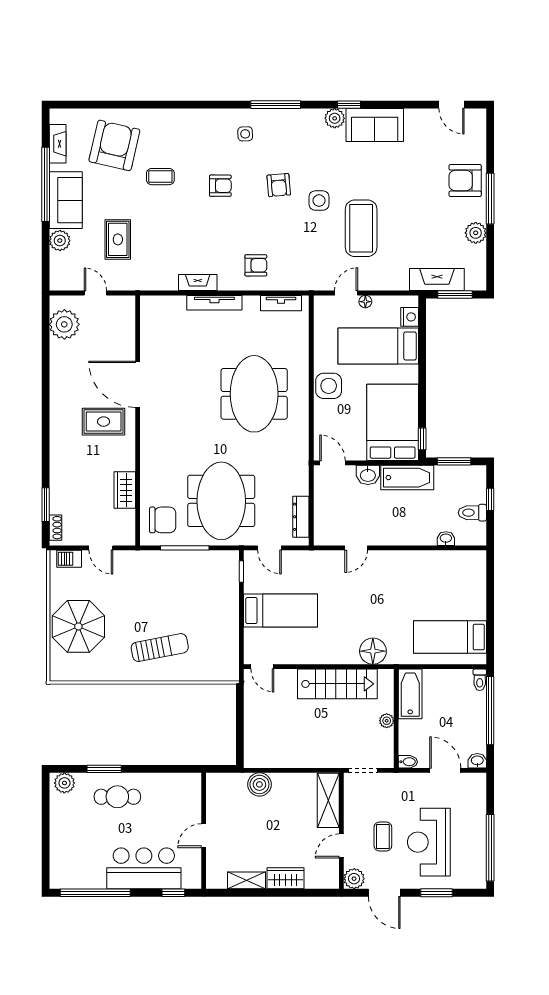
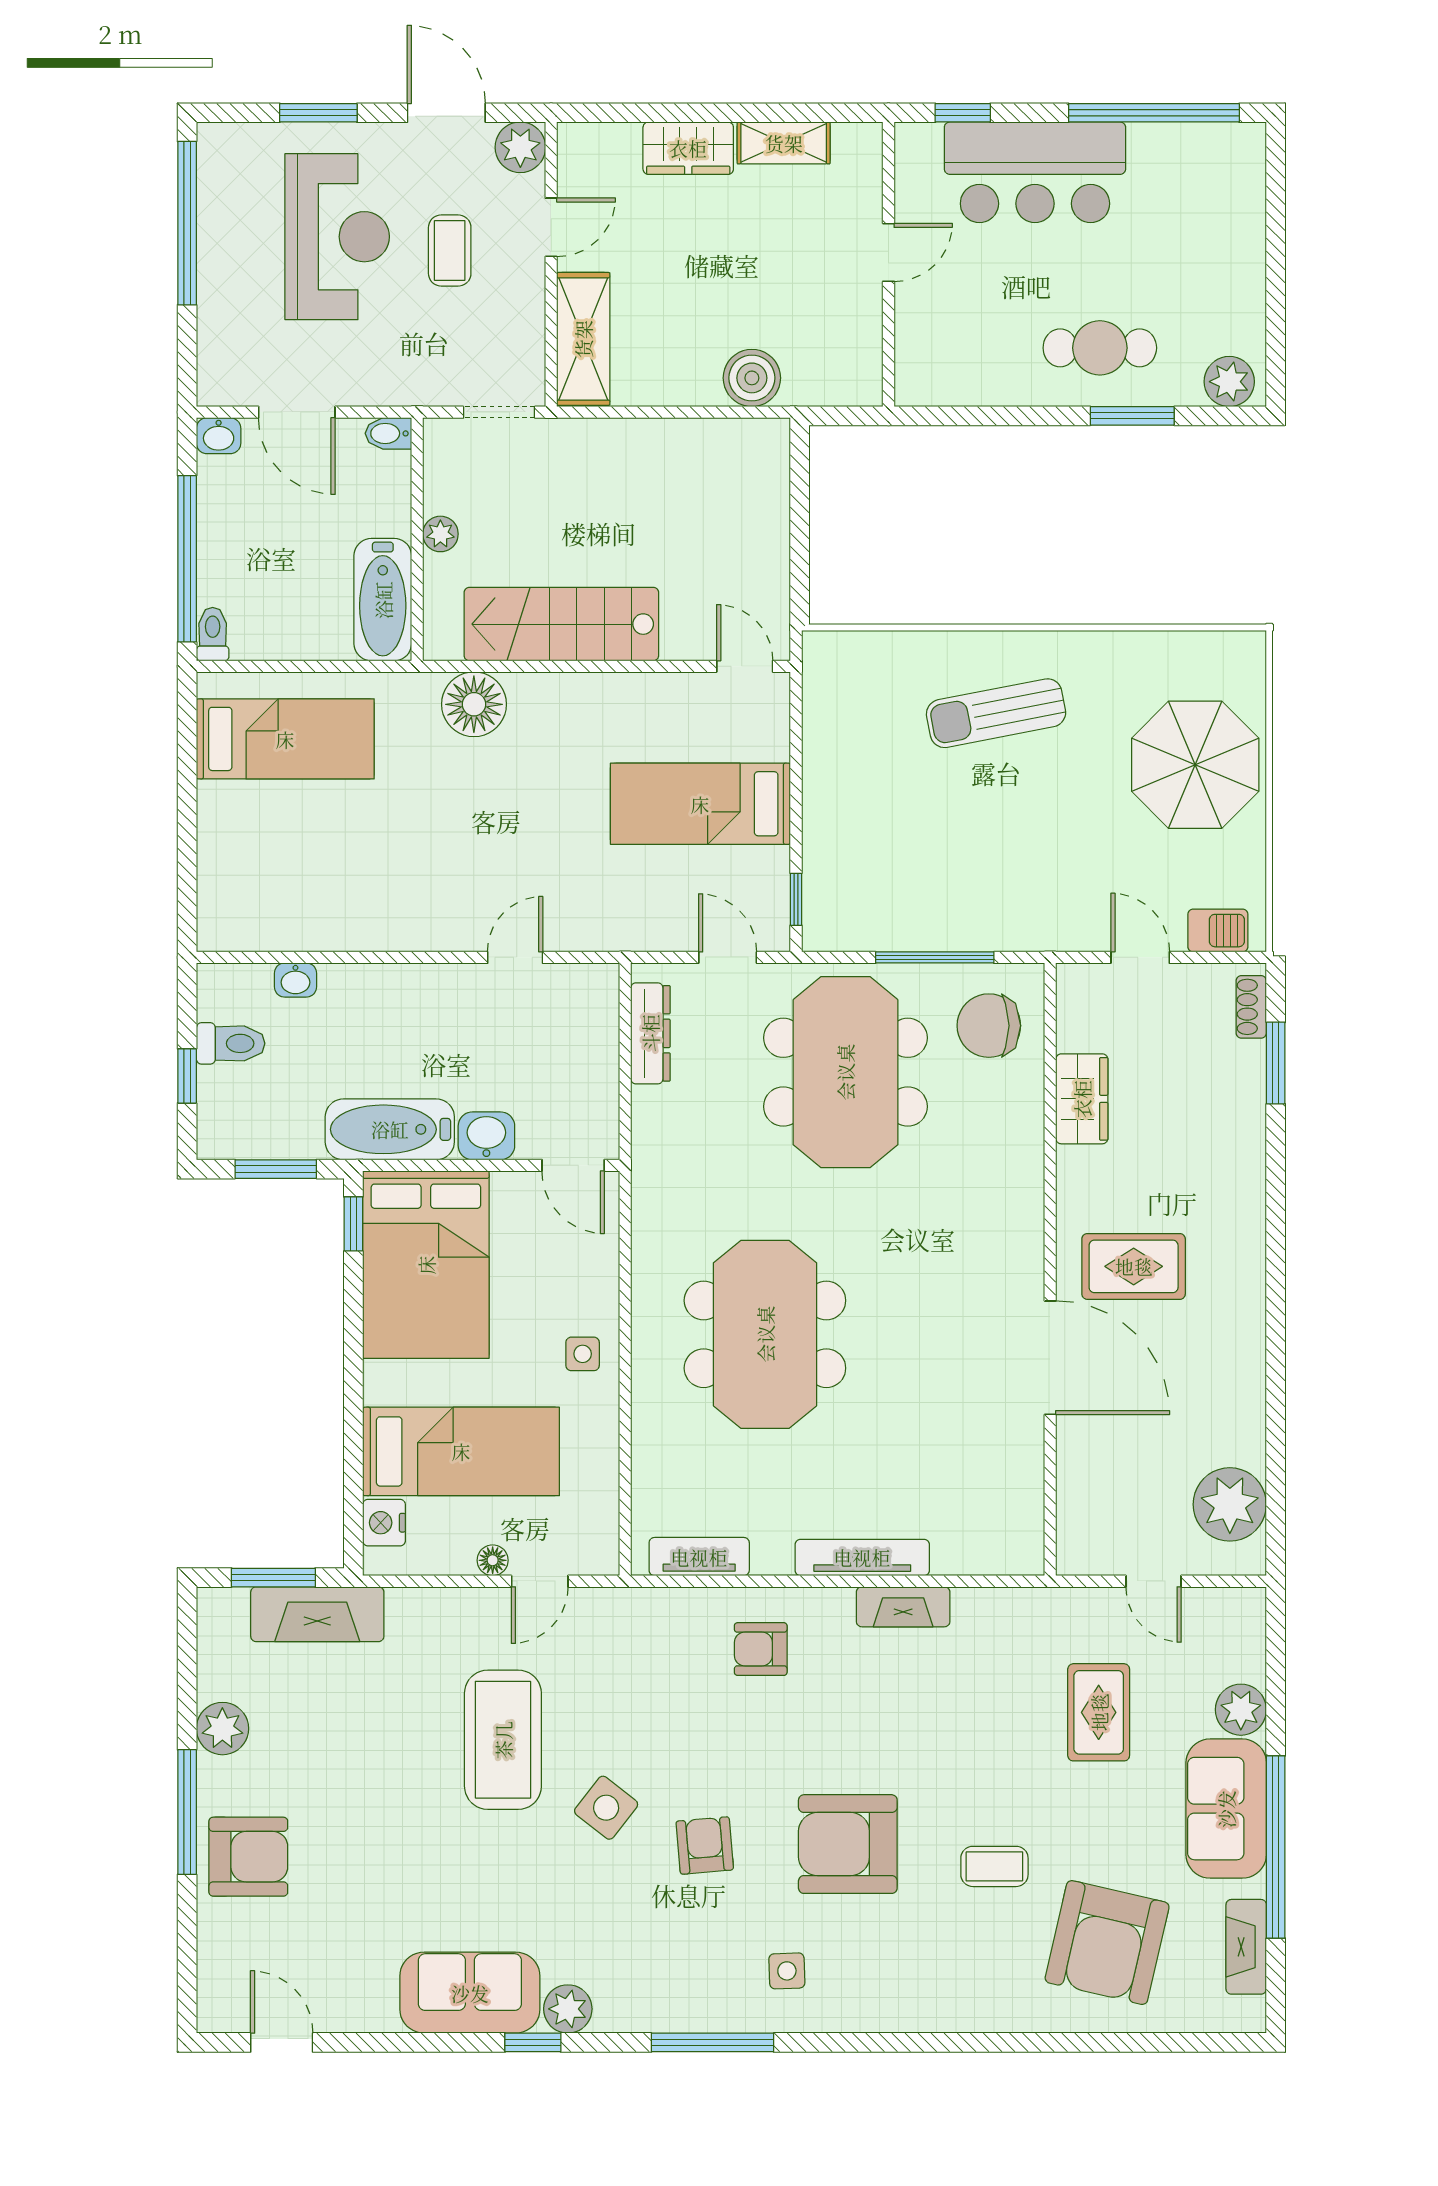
armchair: (220, 186) -> (848, 1844), width x1.88, depth x1.88
side table: (319, 201) -> (606, 1808), turned 38
side table: (329, 386) -> (583, 1354), width x0.54, depth x0.54

